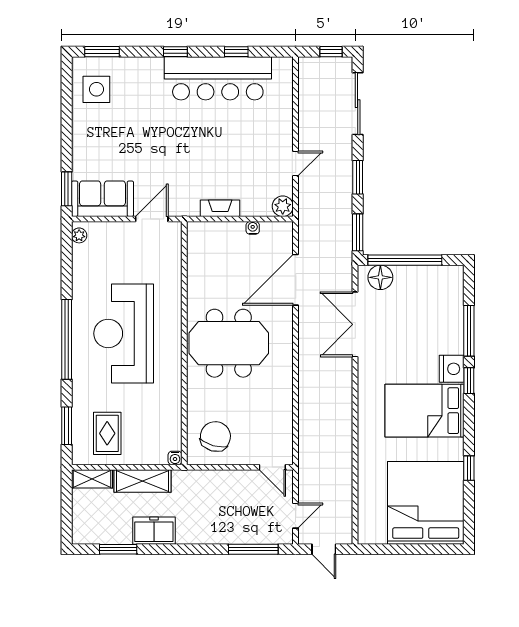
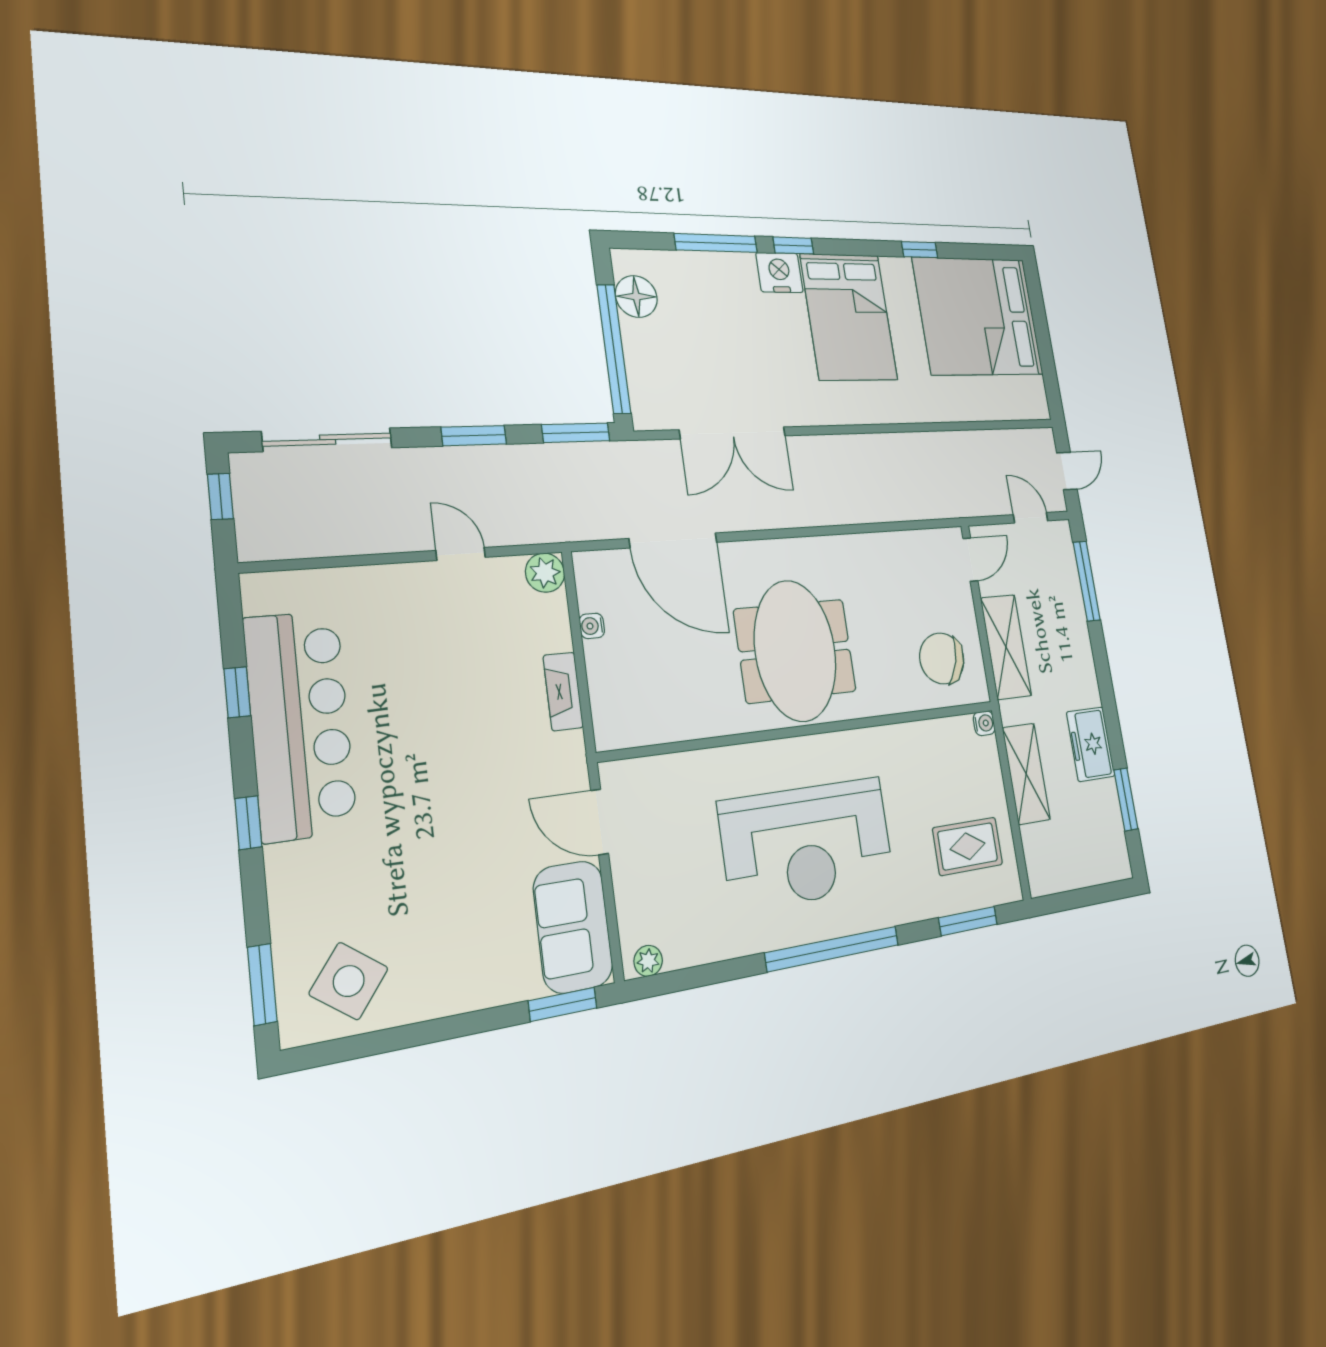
side table: (96, 89) -> (349, 981), turned 37
floor lamp: (380, 277) -> (636, 297), moved
shelving: (92, 479) -> (1006, 647), moved, width x1.50, depth x1.33

